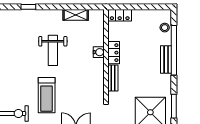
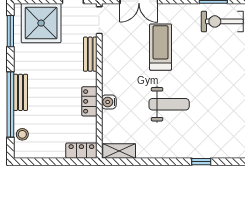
shelving: (76, 15) -> (119, 151), moved
weight bench: (53, 50) -> (169, 104), turned 90
bench: (113, 78) -> (90, 54), moved
treadmill: (47, 95) -> (161, 47), moved

